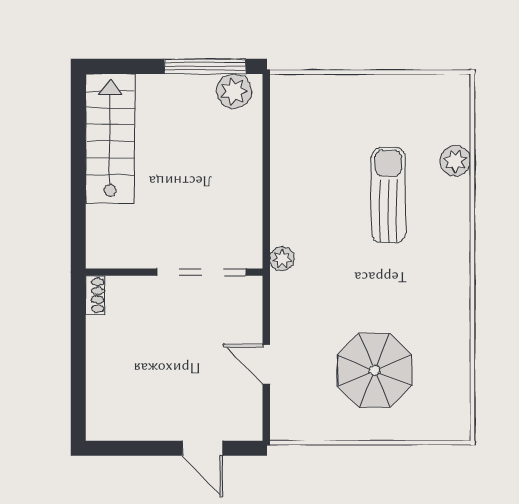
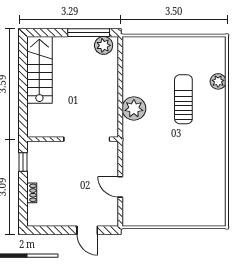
plant: (282, 259) -> (134, 108), moved, width x1.87, depth x1.87
shoe rack: (95, 295) -> (32, 193), moved
window: (78, 316) -> (23, 162), added
parasol: (375, 370) -> (176, 190), removed

